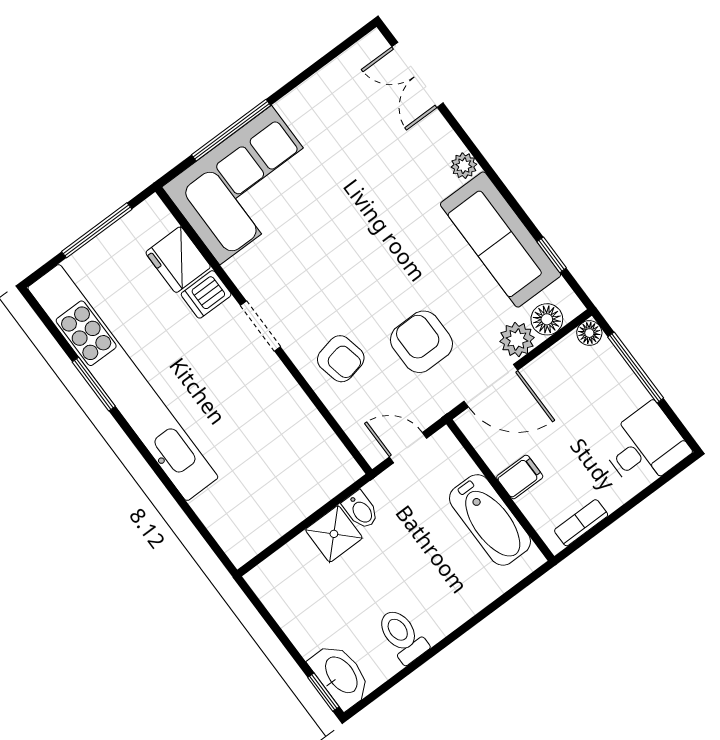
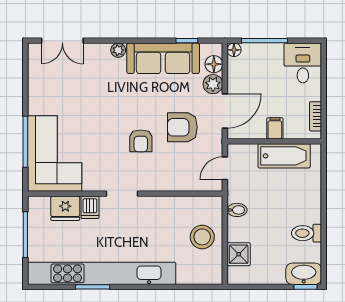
armchair: (341, 359) -> (141, 141), moved, turned 102
stool: (284, 489) -> (202, 237), added
shower: (334, 534) -> (239, 254), moved

